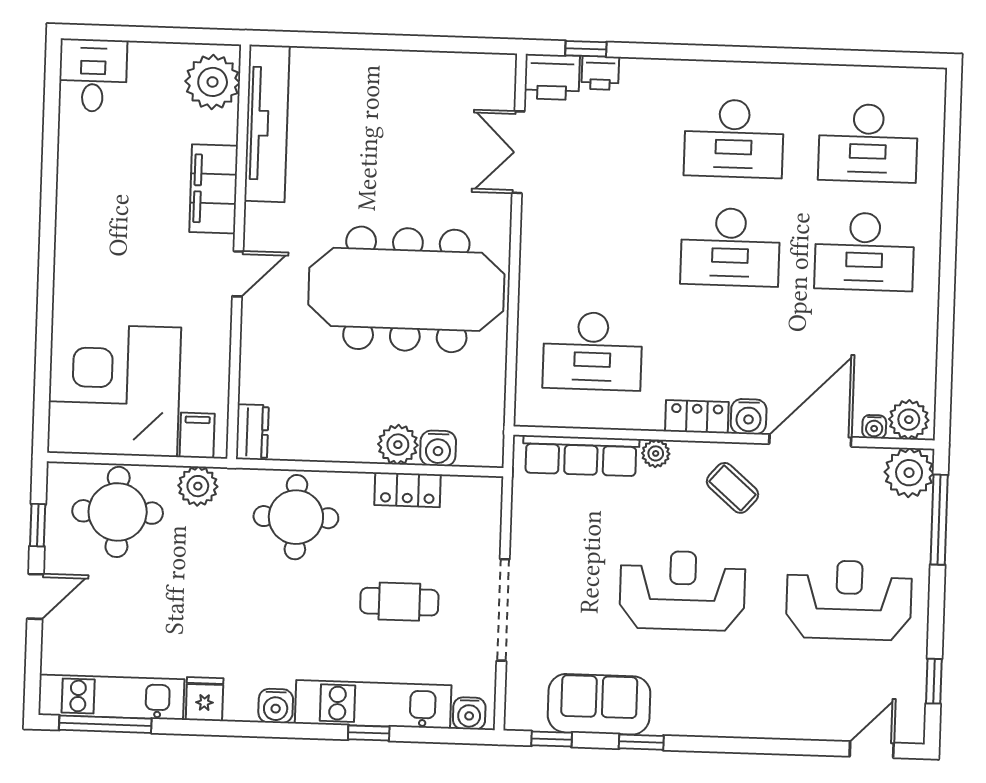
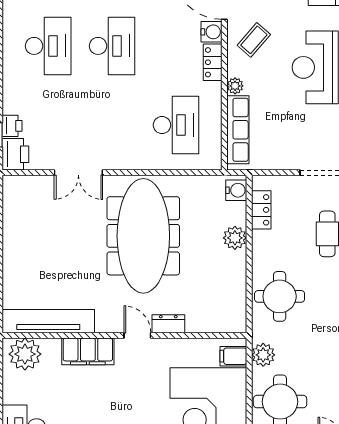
double door: (518, 152) -> (78, 173), moved
dresser: (252, 432) -> (168, 324), moved
water cooler: (438, 448) -> (236, 190), moved
locker: (408, 490) -> (261, 210), moved

